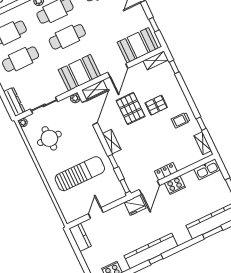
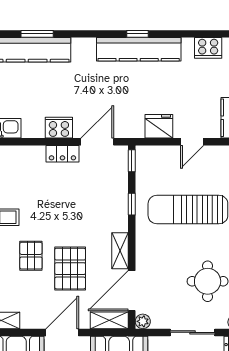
pallet: (156, 105) -> (31, 256), turned 90
shelving: (112, 142) -> (120, 251), moved
fridge: (135, 205) -> (159, 126), moved

